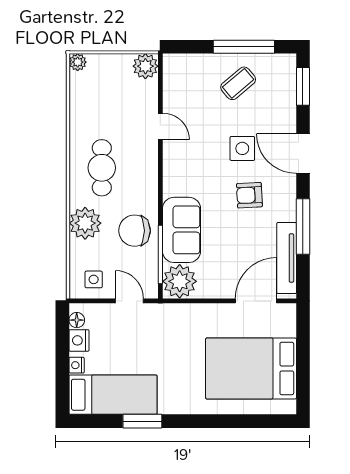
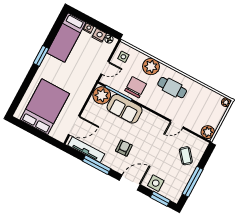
coffee table: (238, 83) -> (186, 156), moved
side table: (242, 148) -> (156, 183), moved
door: (256, 301) -> (74, 125), hinge flipped
window: (142, 421) -> (41, 56), moved

